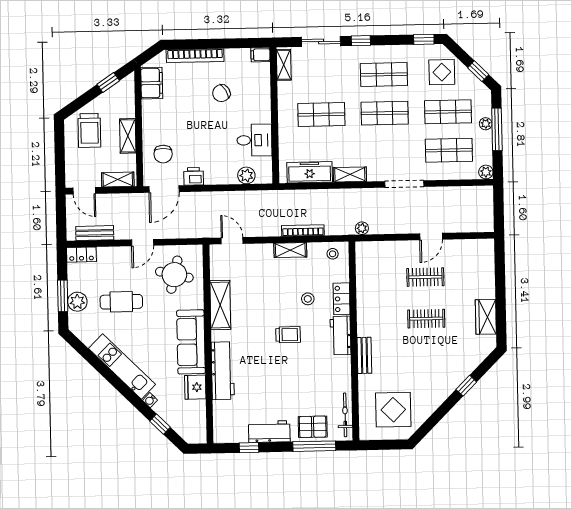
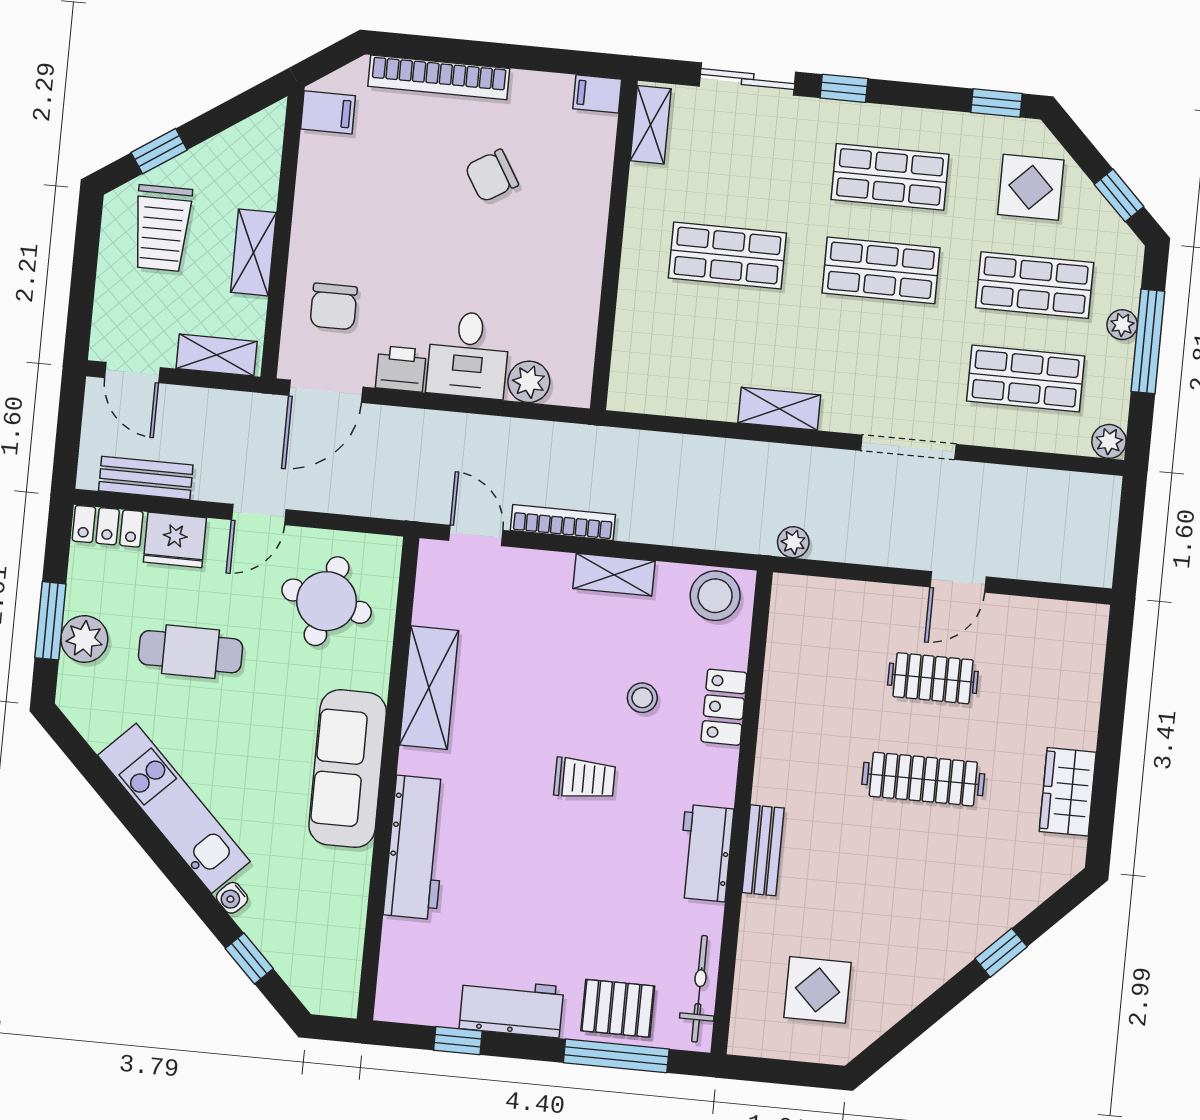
window: (108, 83) -> (159, 151), moved
filing cabinet: (152, 83) -> (328, 112), width x0.50
desk: (254, 140) -> (468, 355), moved, turned 90
freezer: (310, 172) -> (683, 392), removed
bookcase: (303, 230) -> (563, 522), moved
stool: (333, 254) -> (715, 596), width x1.89, depth x1.89
clothes rail: (426, 319) -> (923, 779), width x1.36
workbench: (340, 335) -> (705, 853), moved
fridge: (195, 387) -> (175, 540), moved, turned -90
display table: (393, 410) -> (818, 990), width x0.73, depth x0.73

